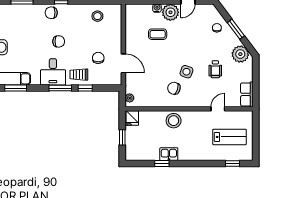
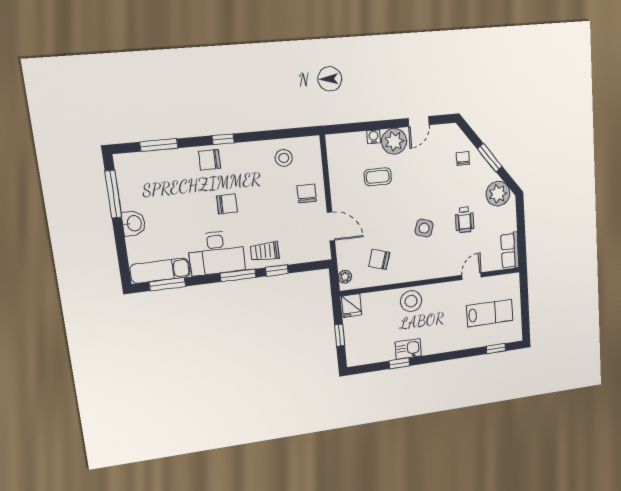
chair: (98, 58) -> (307, 193), moved
desk: (53, 72) -> (216, 253), width x1.37
chair: (174, 88) -> (379, 259), moved

